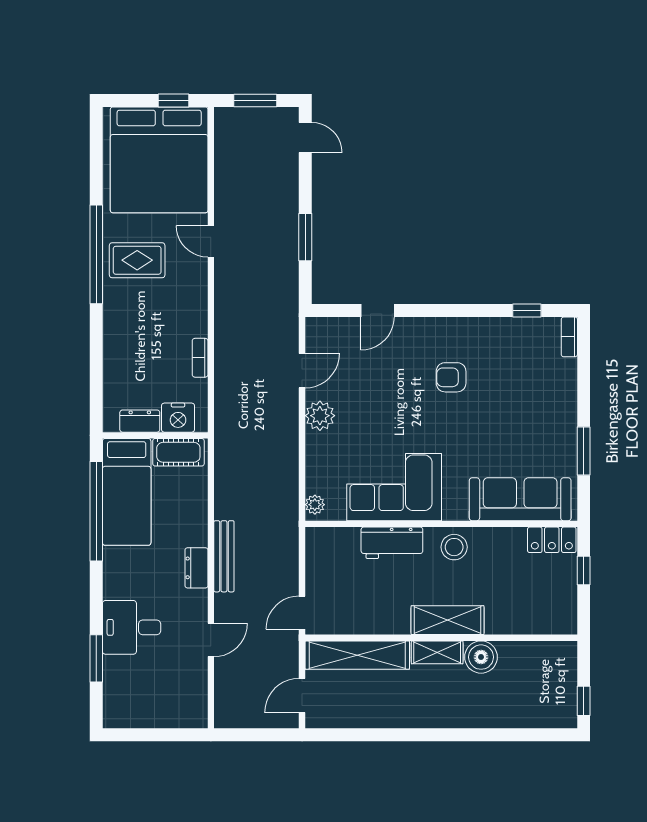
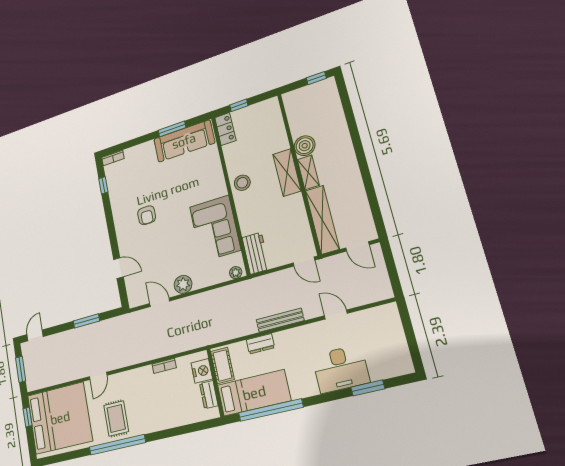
sofa: (520, 499) -> (184, 141), moved, turned -90
workbench: (392, 543) -> (256, 253), moved
dresser: (196, 568) -> (260, 344), moved
desk: (132, 627) -> (341, 369), width x1.37

